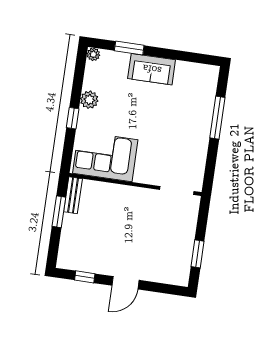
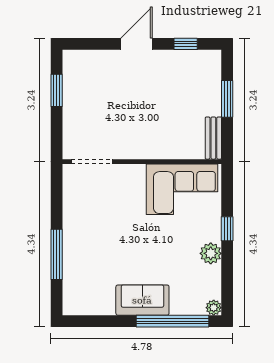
window: (129, 48) -> (173, 321), width x2.11
window: (59, 212) -> (227, 99), moved

